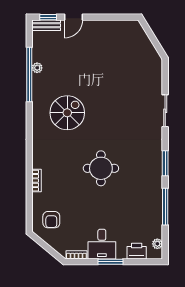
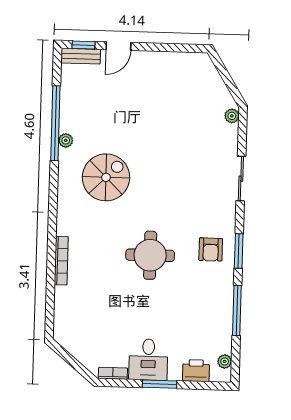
plant: (157, 65) -> (232, 116), added
plant: (37, 68) -> (66, 140), moved
bookcase: (37, 181) -> (61, 261), width x1.56
armchair: (51, 220) -> (211, 249), moved

